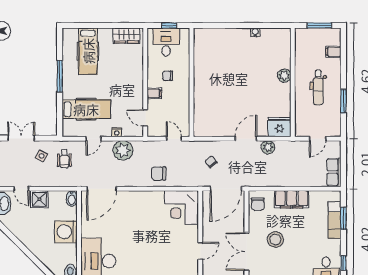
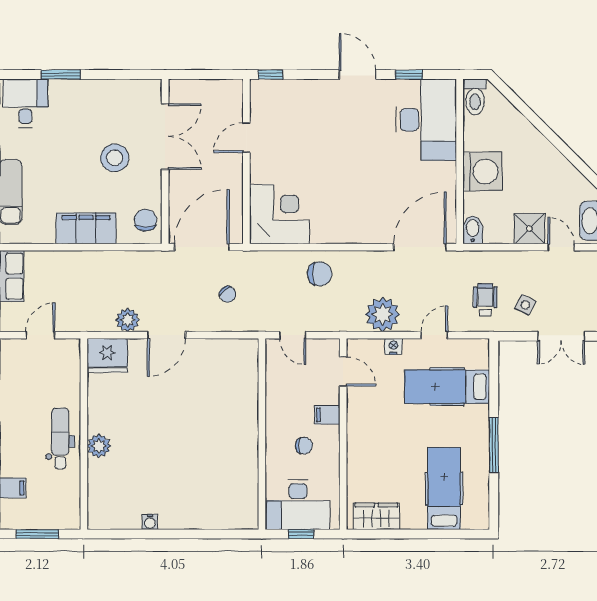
desk: (166, 42) -> (298, 505), width x1.37
dental chair: (318, 87) -> (60, 438), moved

